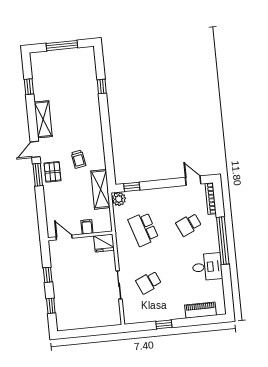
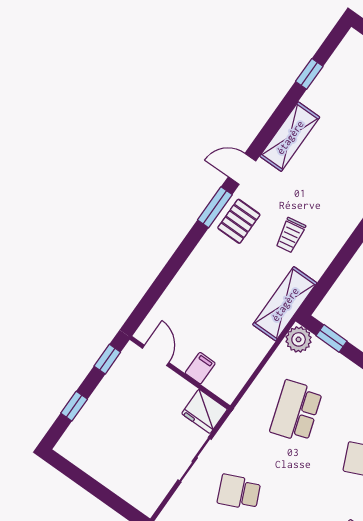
filing cabinet: (87, 227) -> (200, 368), moved
wall: (80, 236) -> (180, 373), moved
door: (64, 238) -> (156, 355), moved
fridge: (104, 243) -> (204, 411), moved

